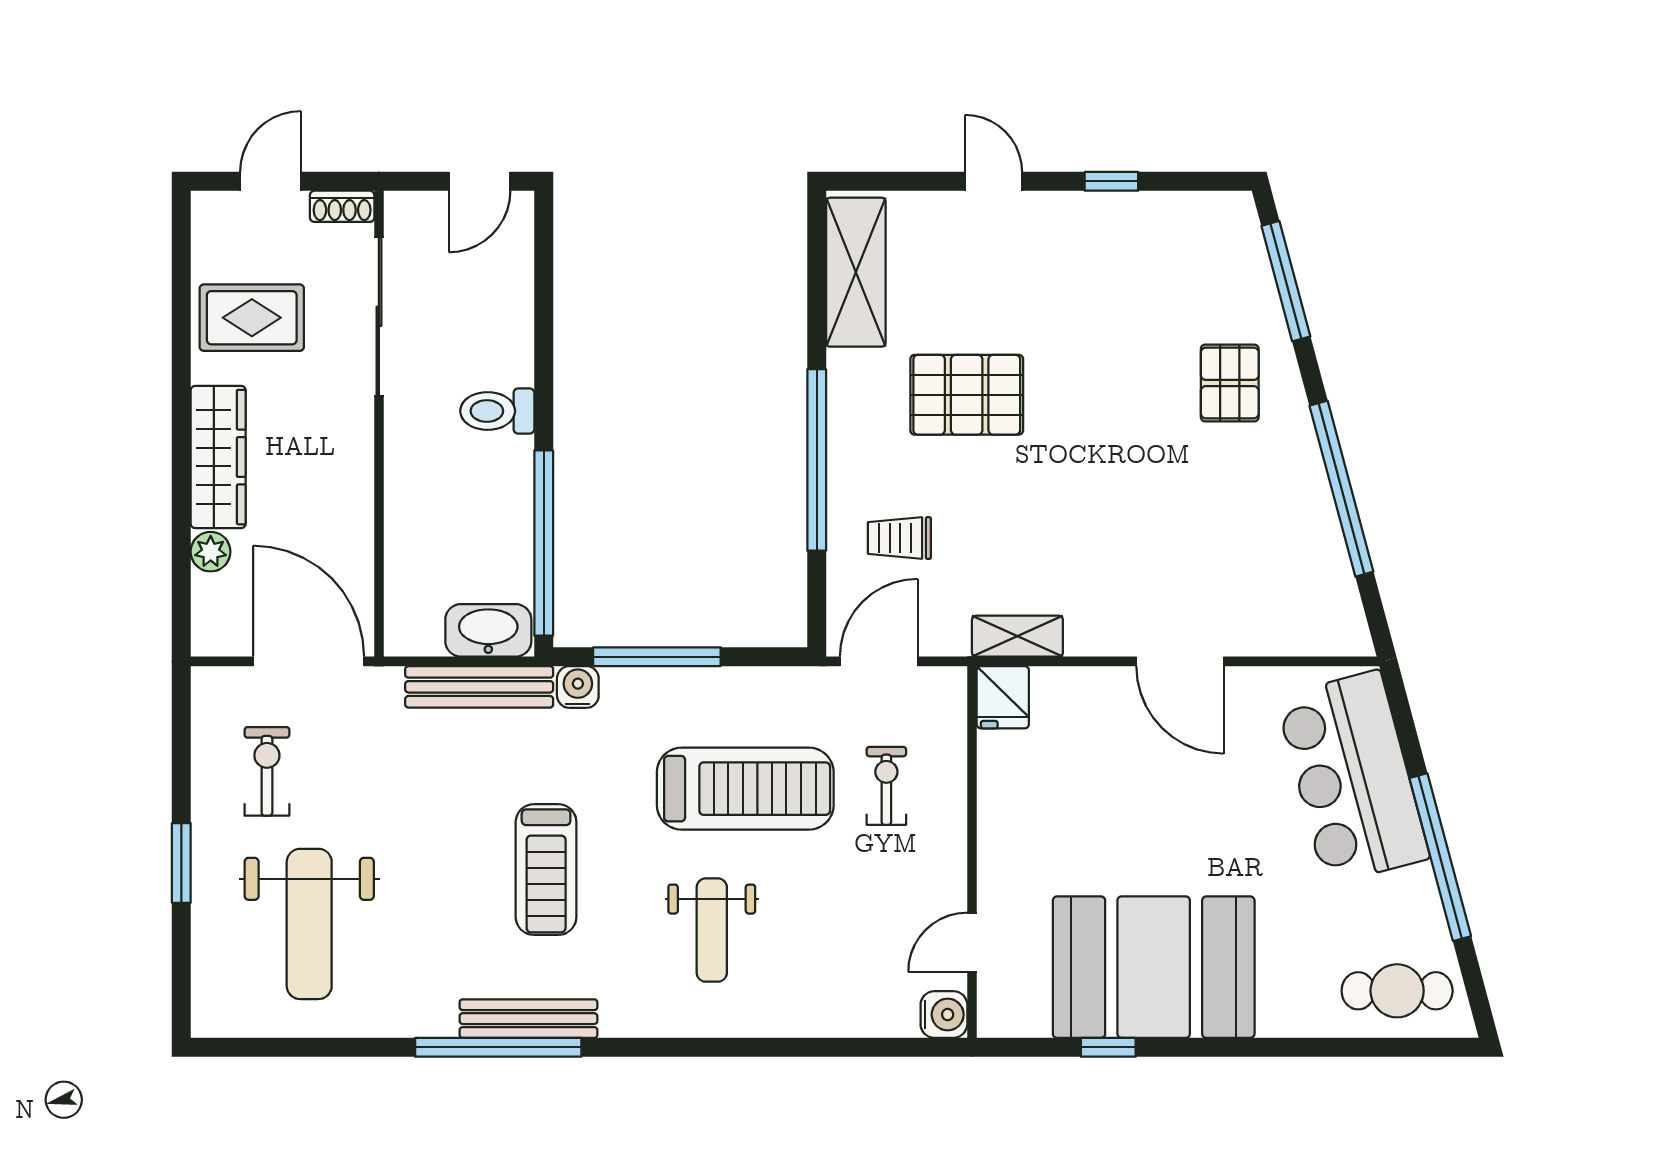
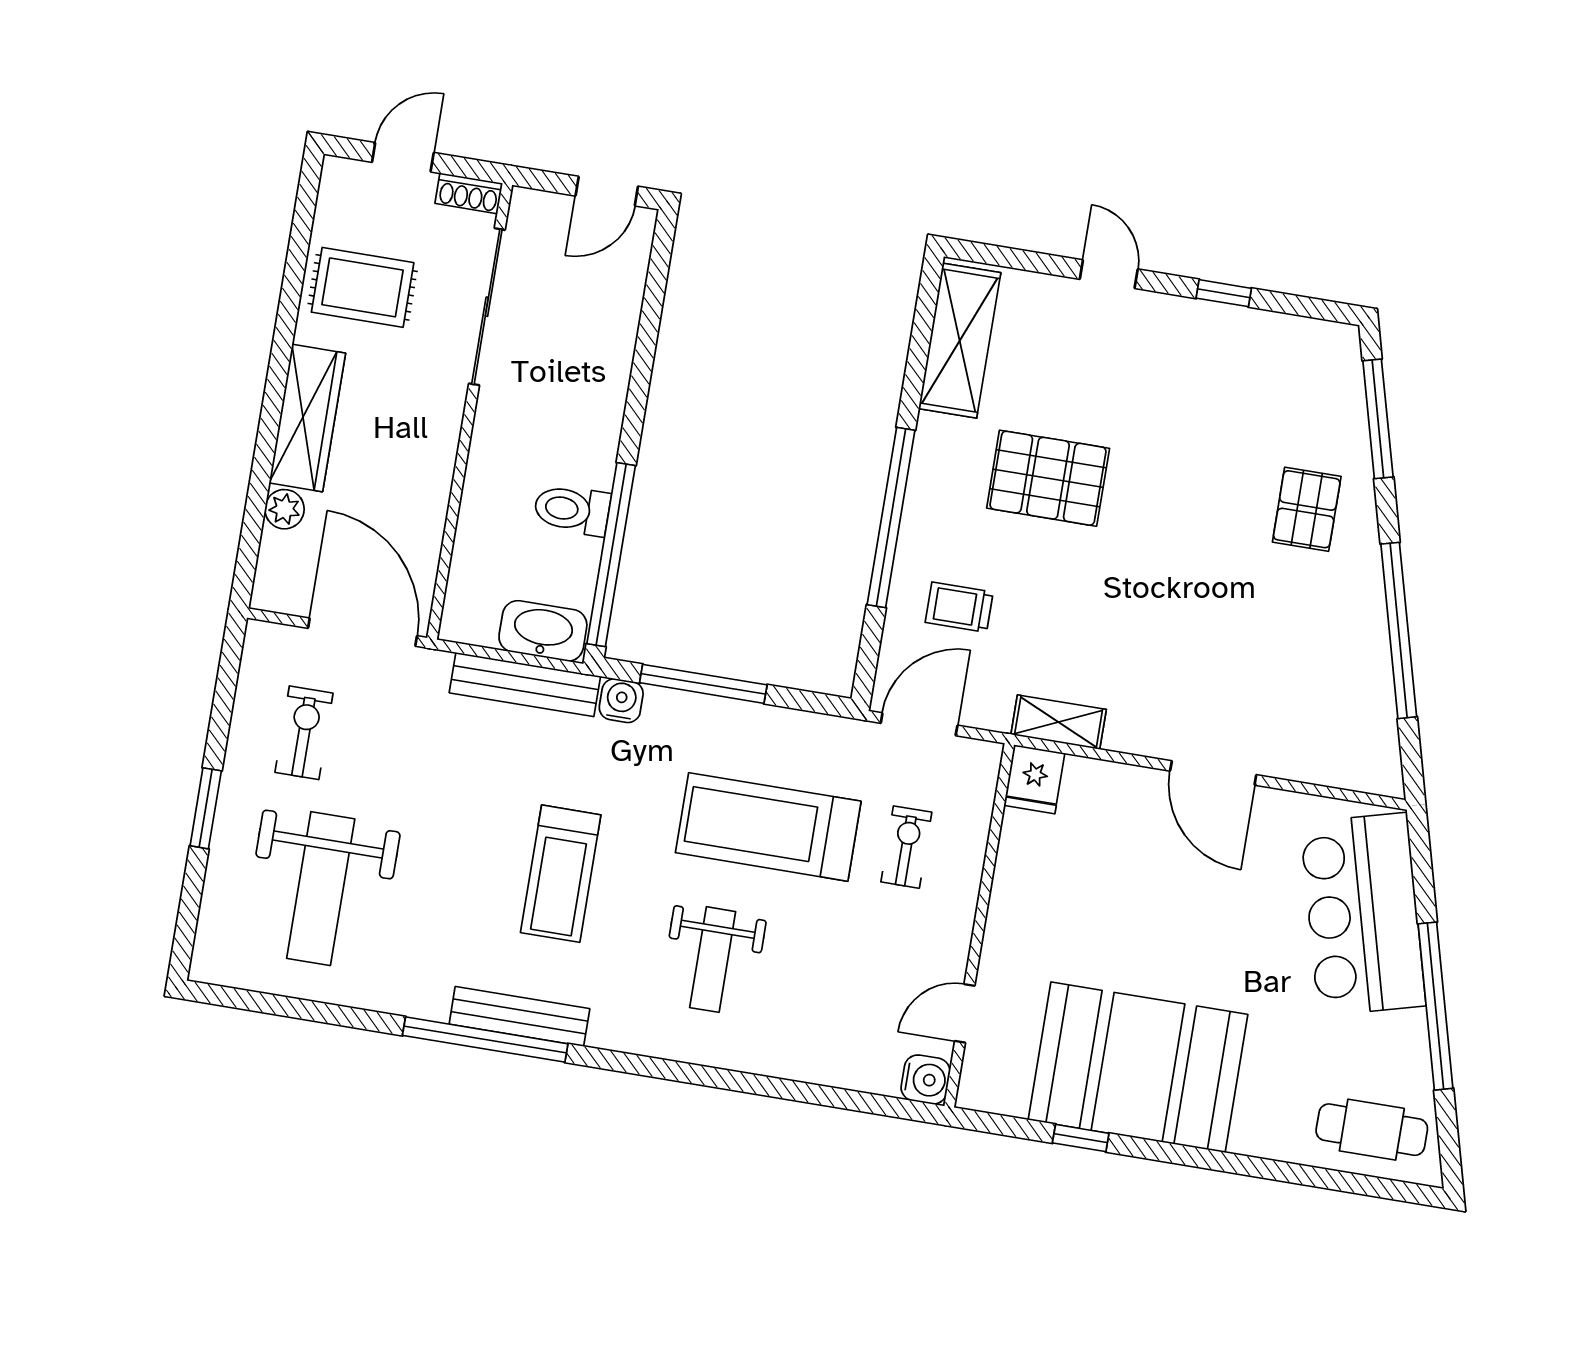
toilet: (497, 411) -> (572, 510), moved
treadmill: (745, 789) -> (768, 827), turned 180

